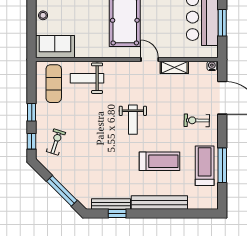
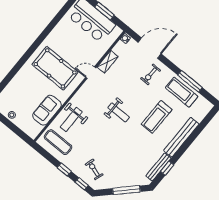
sofa: (55, 47) -> (47, 110), moved
treadmill: (159, 161) -> (157, 117), turned 180

